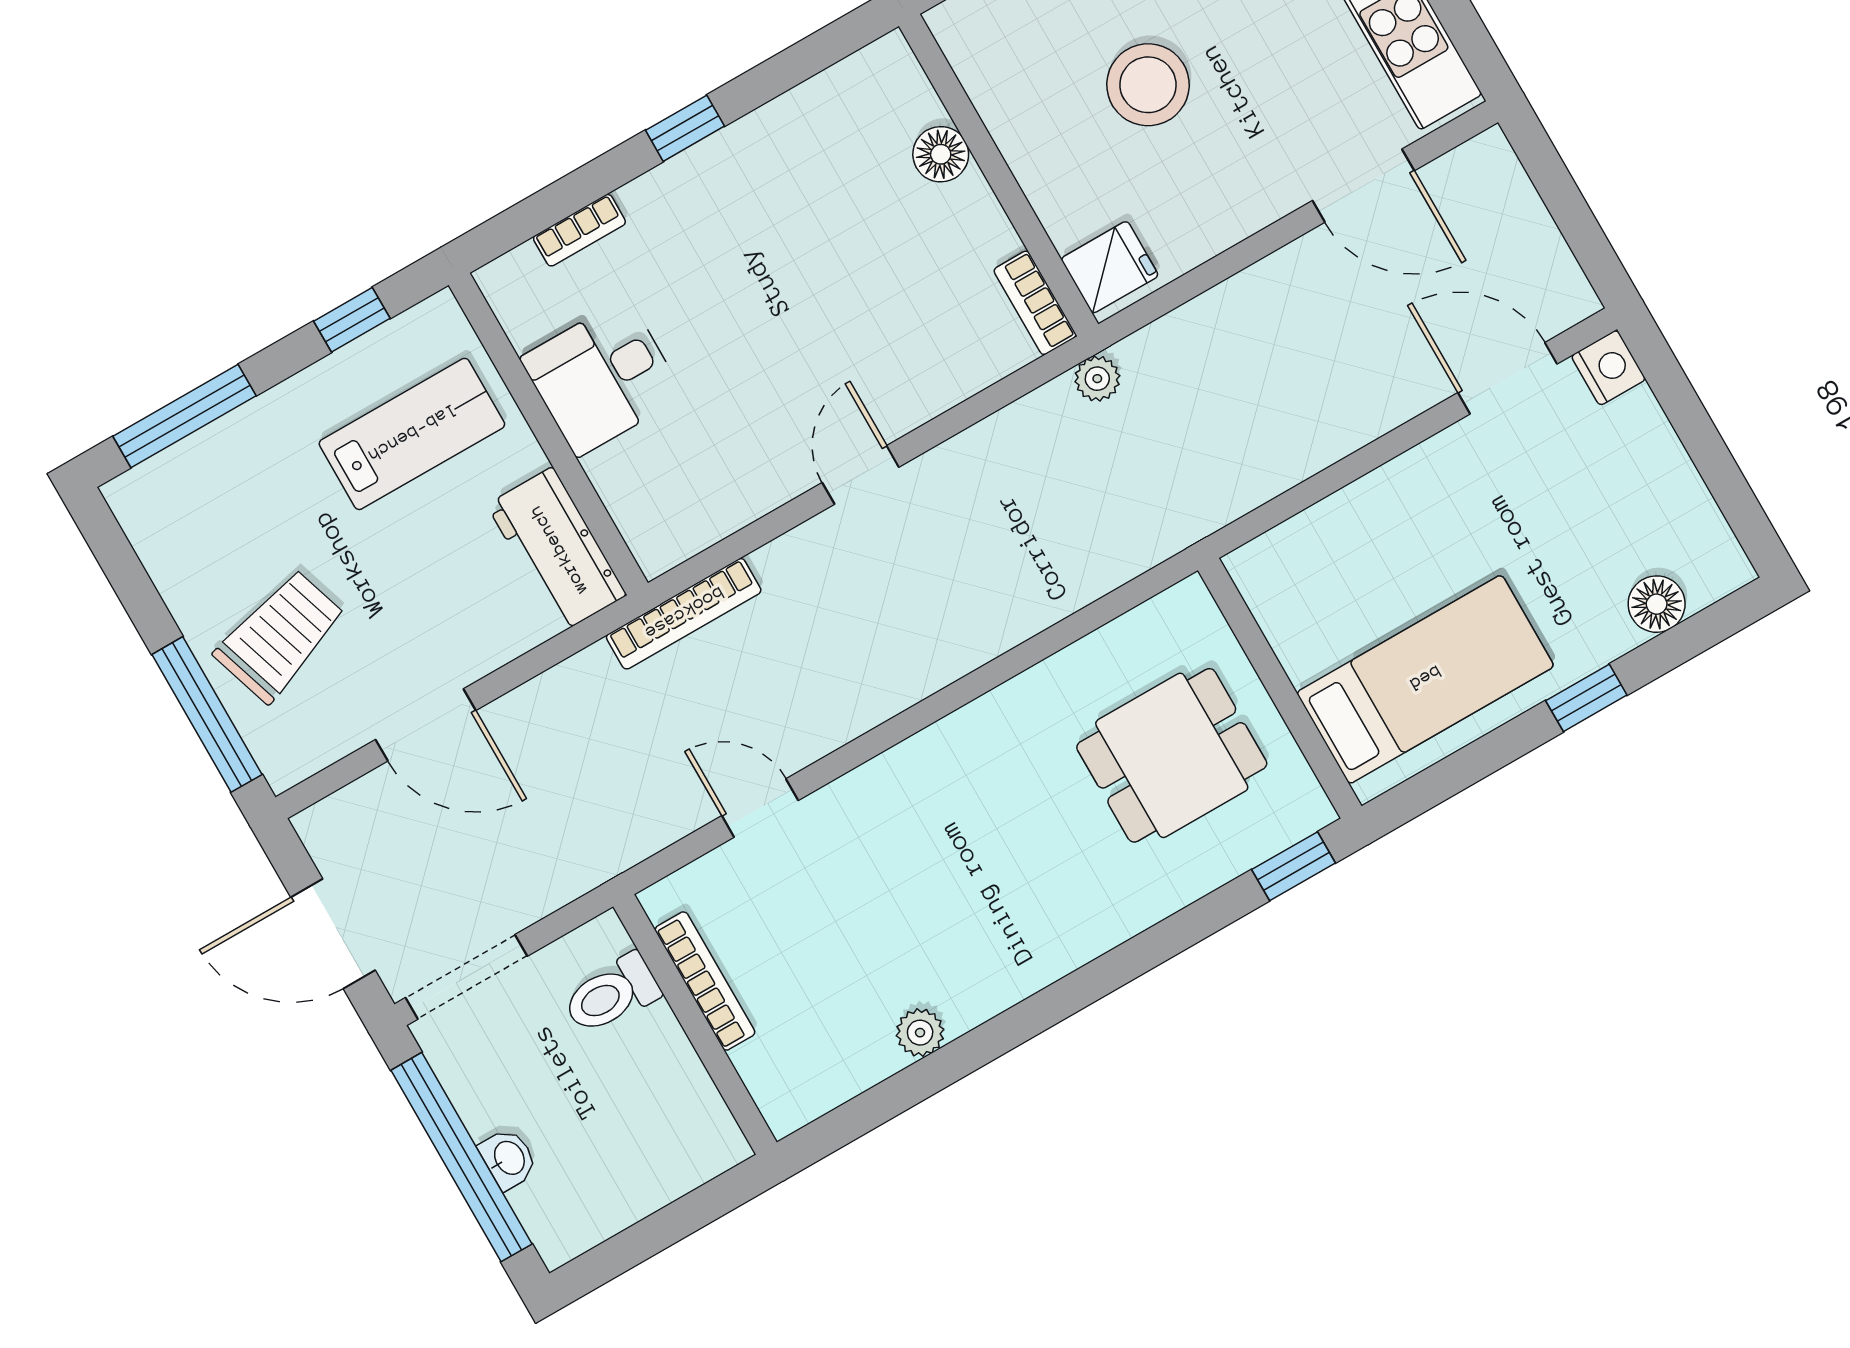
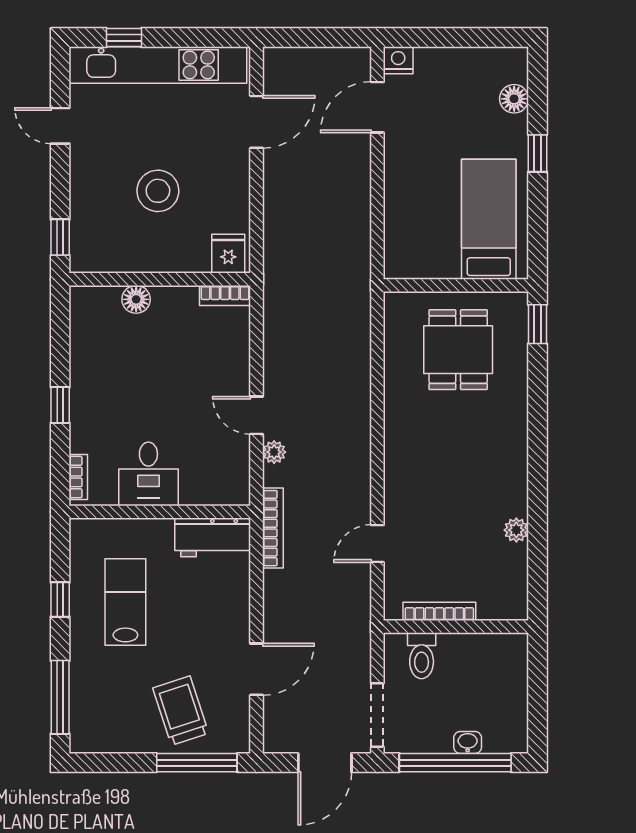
desk: (602, 377) -> (148, 474), moved
plant: (1097, 379) -> (274, 452), moved
wall: (548, 434) -> (160, 512), moved
workbench: (557, 550) -> (213, 537), moved

